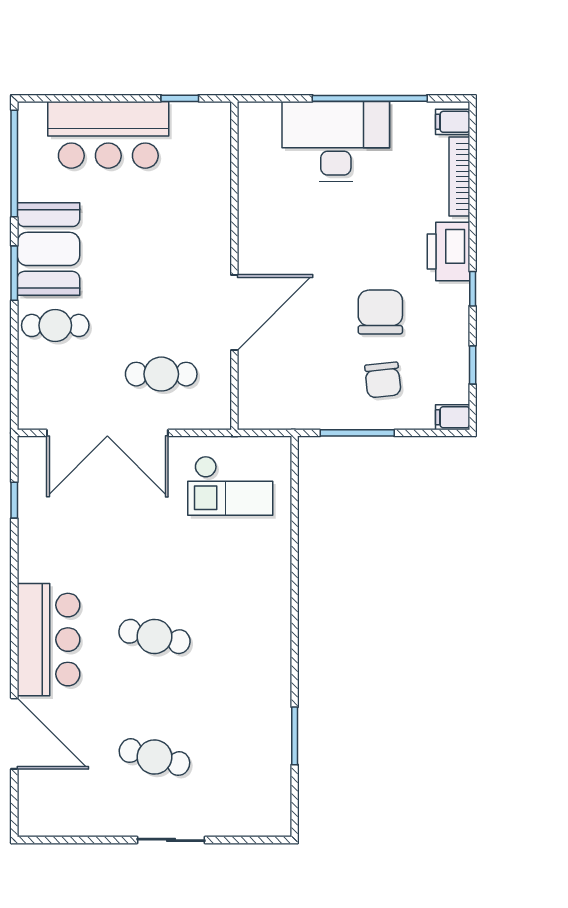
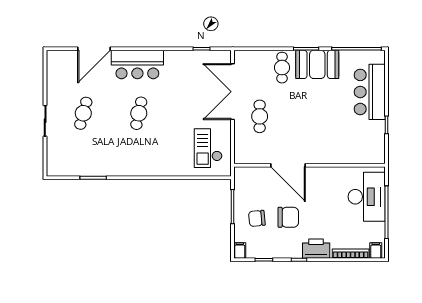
wall: (234, 266) -> (310, 165), moved
door: (234, 313) -> (288, 165), moved

